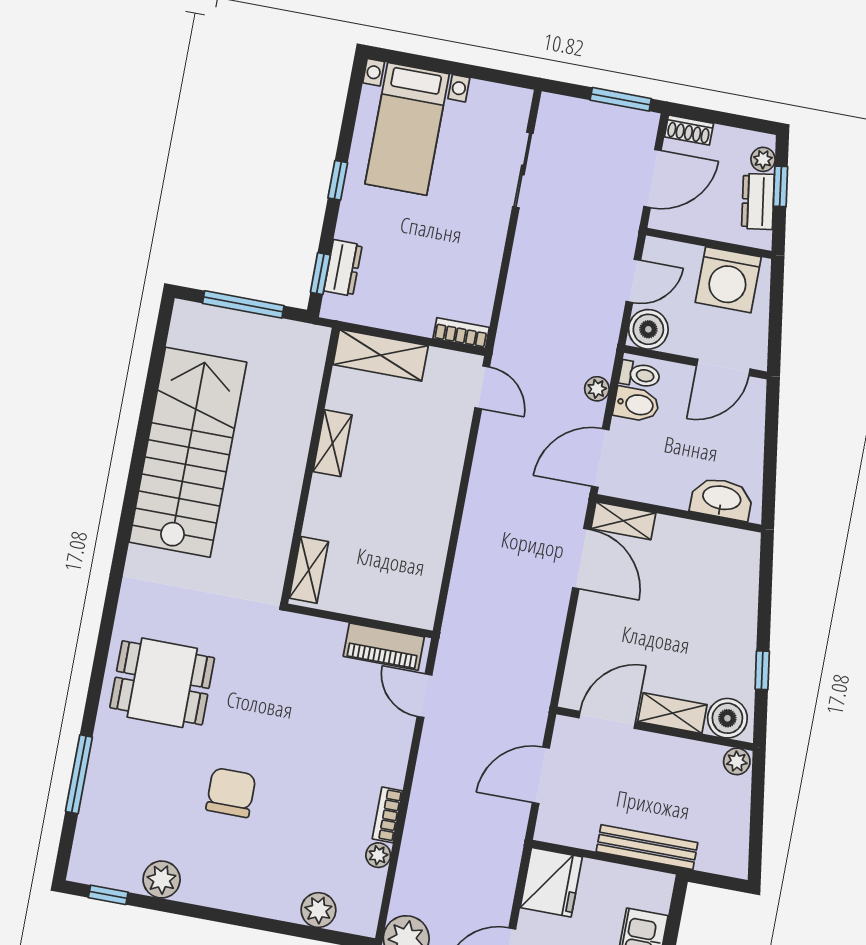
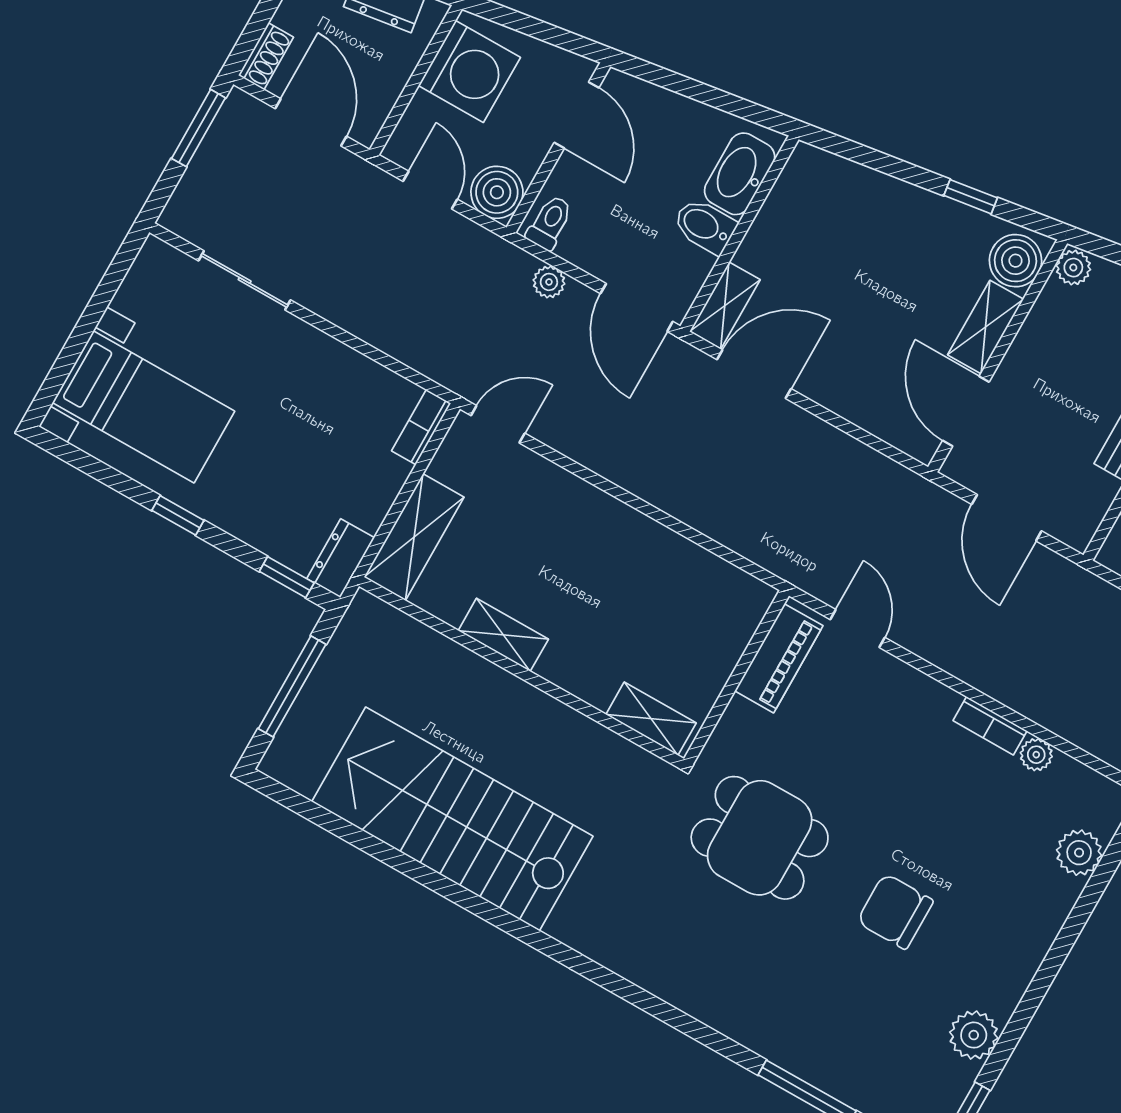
dresser: (343, 268) -> (341, 558), moved, turned -90
bidet: (636, 404) -> (705, 226), moved, turned -90
dining table: (162, 683) -> (760, 838), moved, turned 90
door: (424, 696) -> (857, 629), swing flipped

